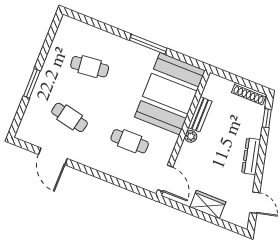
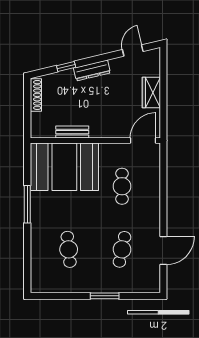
window: (267, 118) -> (66, 66), moved
plant: (191, 136) -> (96, 132), removed

